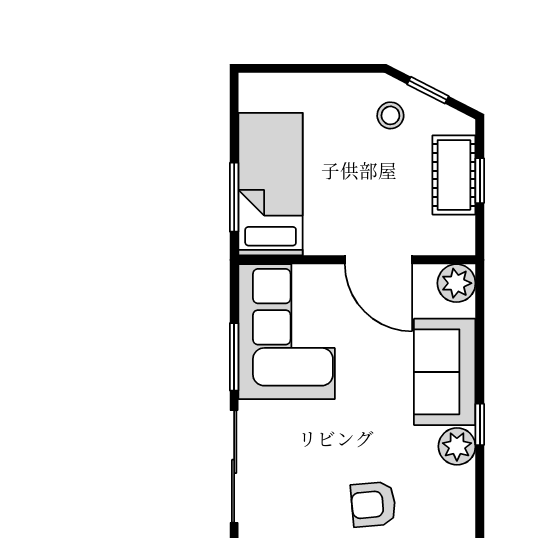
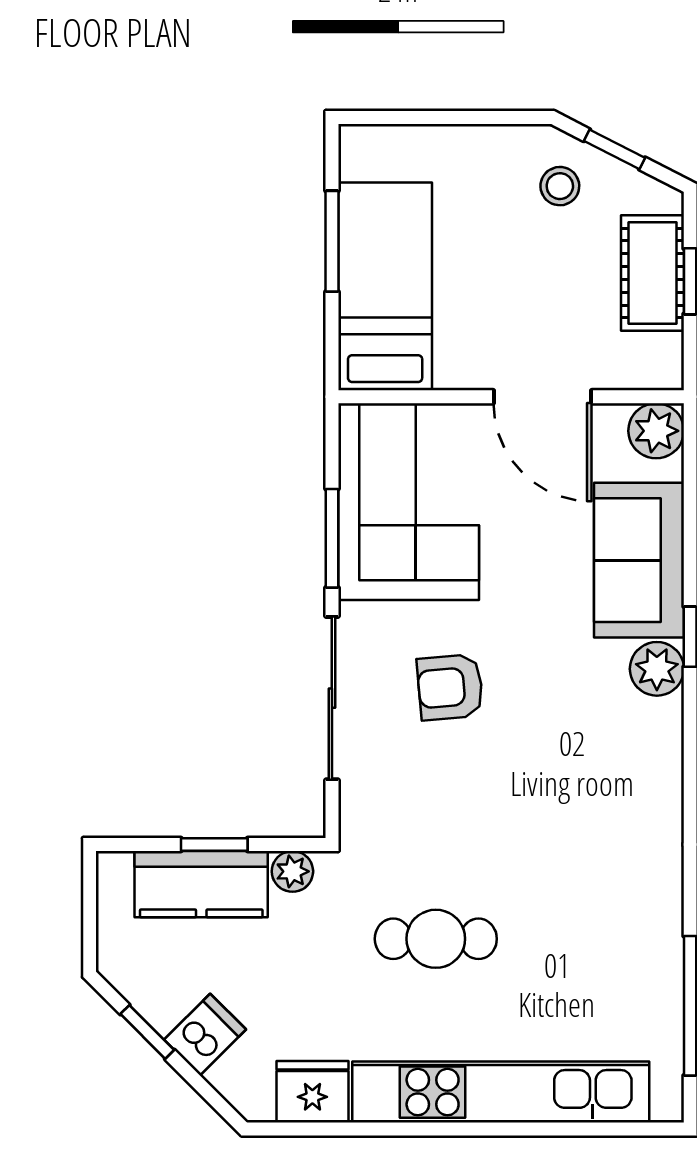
window: (234, 197) -> (332, 241), moved
armchair: (373, 504) -> (450, 687), moved

